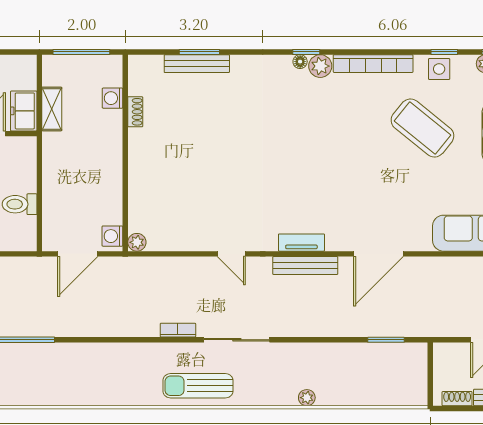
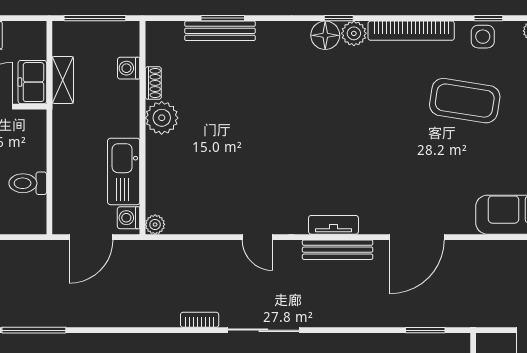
floor lamp: (300, 62) -> (325, 35), width x1.89, depth x1.89
coffee table: (422, 128) -> (465, 101), turned -30
plant: (143, 144) -> (162, 118), added
kitchen sink: (108, 193) -> (124, 171), added

